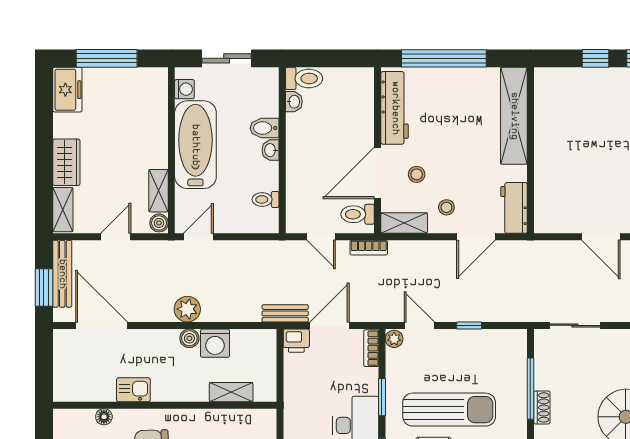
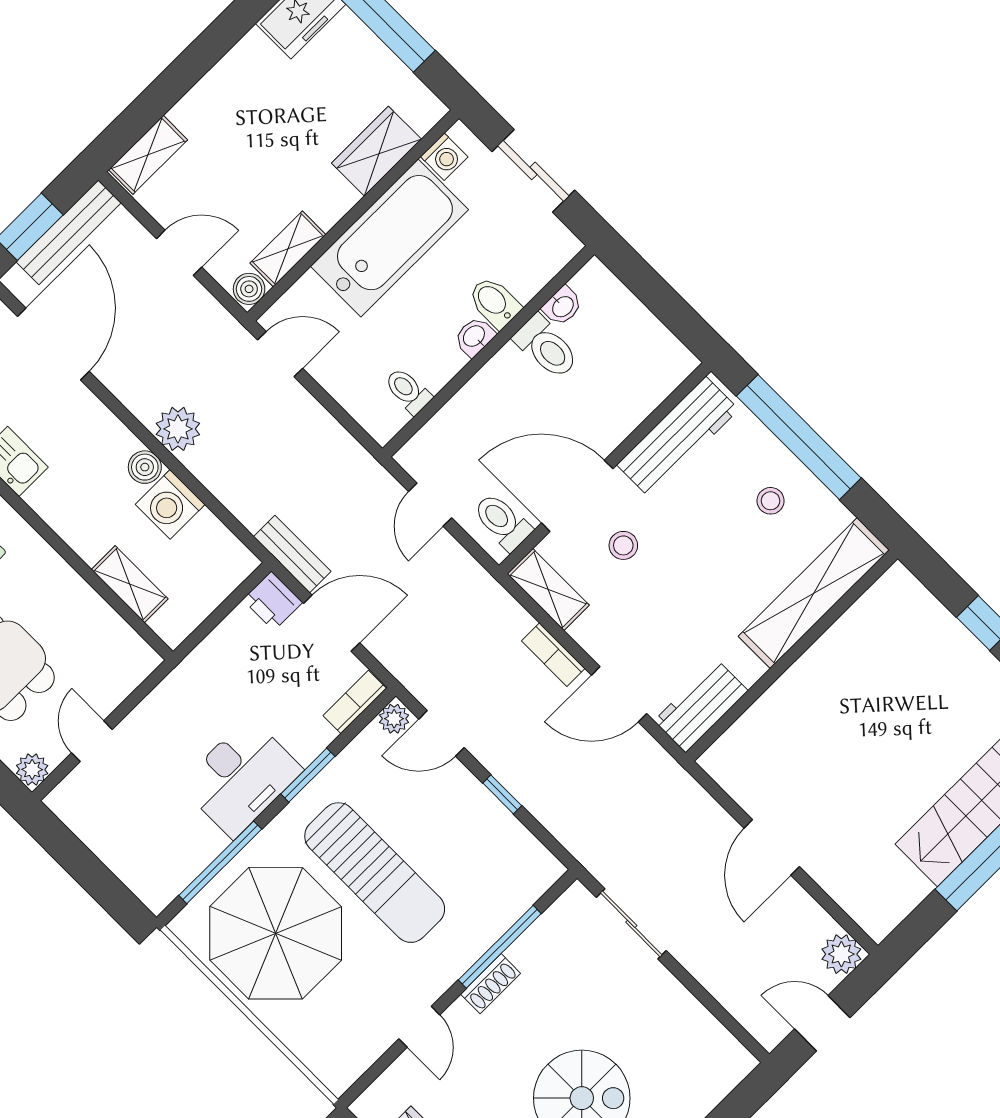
toilet: (304, 78) -> (546, 347), moved
wardrobe: (66, 162) -> (376, 151), moved, turned 180
stool: (446, 207) -> (771, 501), moved
bookcase: (369, 248) -> (553, 655), moved
door: (419, 325) -> (441, 733), swing flipped

